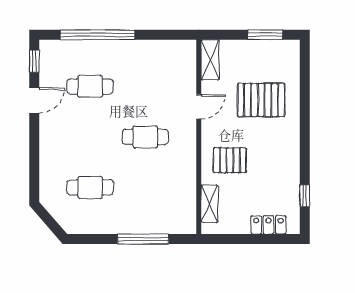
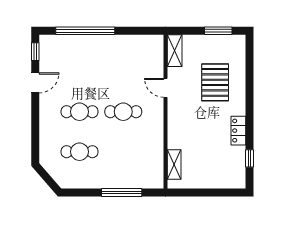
cafe table: (90, 86) -> (79, 112), moved
pallet: (261, 100) -> (215, 82), turned 90
door: (199, 107) -> (166, 88), swing flipped
pallet: (230, 160) -> (190, 130), removed
locker: (268, 225) -> (238, 131), moved, turned -90

